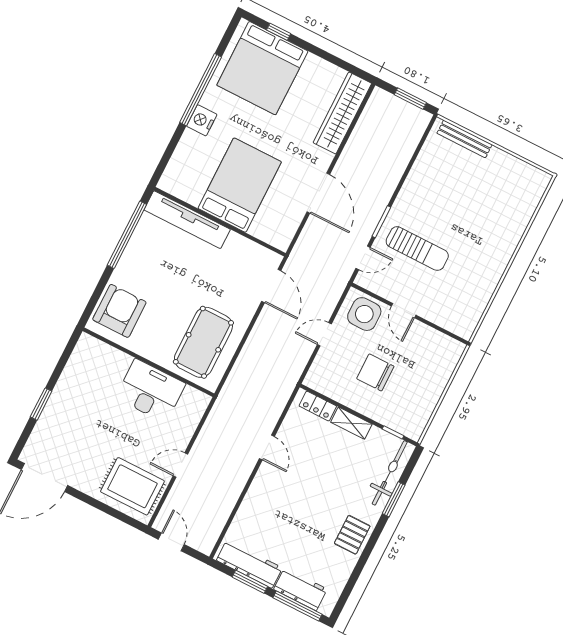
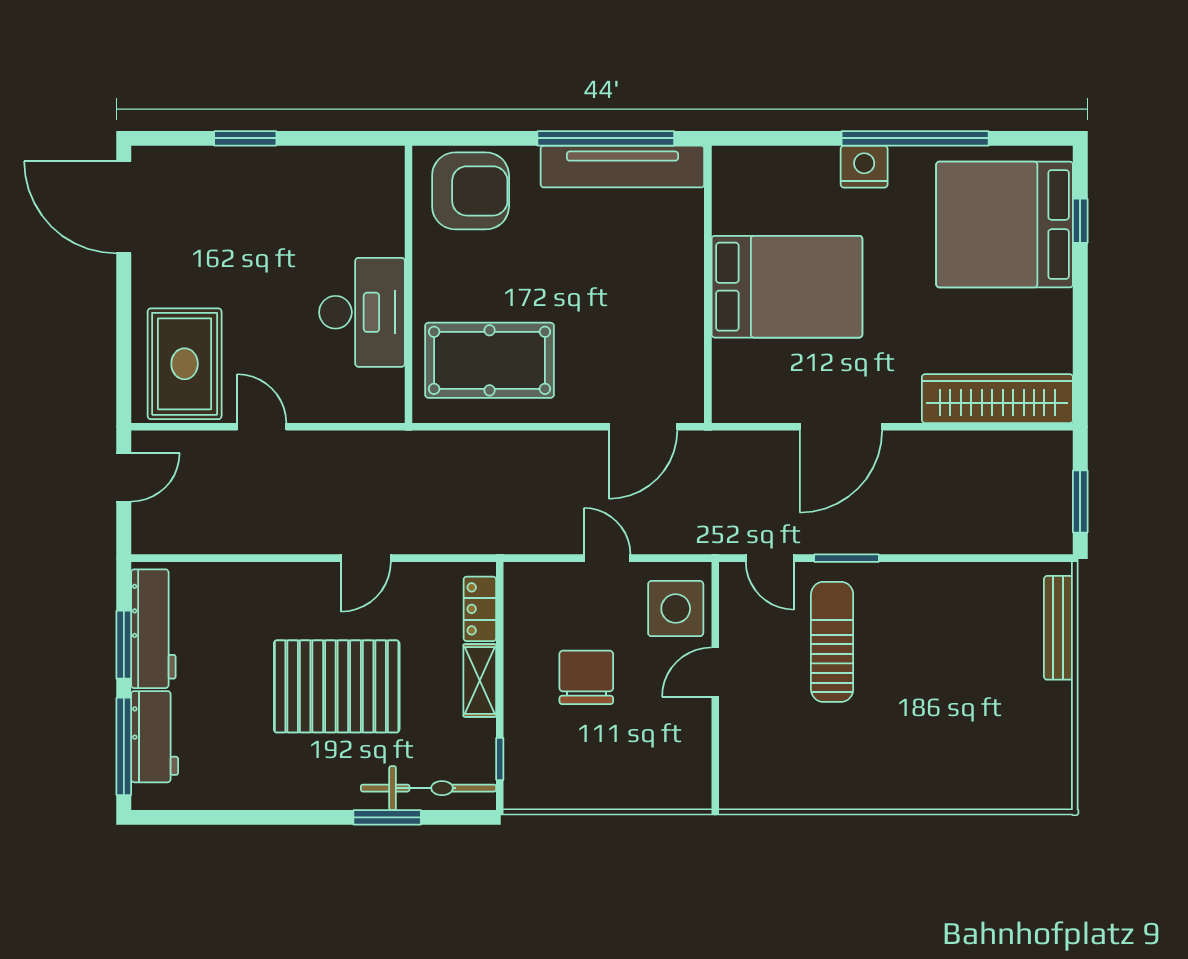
tv unit: (187, 220) -> (622, 167), moved, turned -90
sun lounger: (417, 249) -> (832, 642), turned 180
pallet: (352, 535) -> (337, 686), moved, width x2.05, depth x2.00

